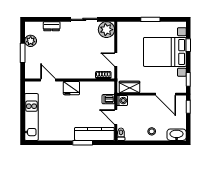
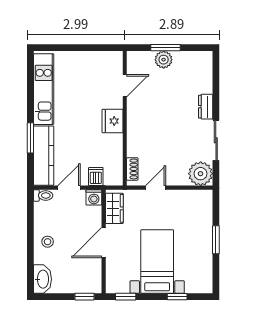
dresser: (52, 26) -> (206, 107), moved
plant: (31, 41) -> (164, 60), moved
bed with nightstands: (165, 52) -> (157, 261), width x0.73
door: (166, 94) -> (104, 242), moved
kitchen unit: (31, 117) -> (44, 89), moved, turned -90

